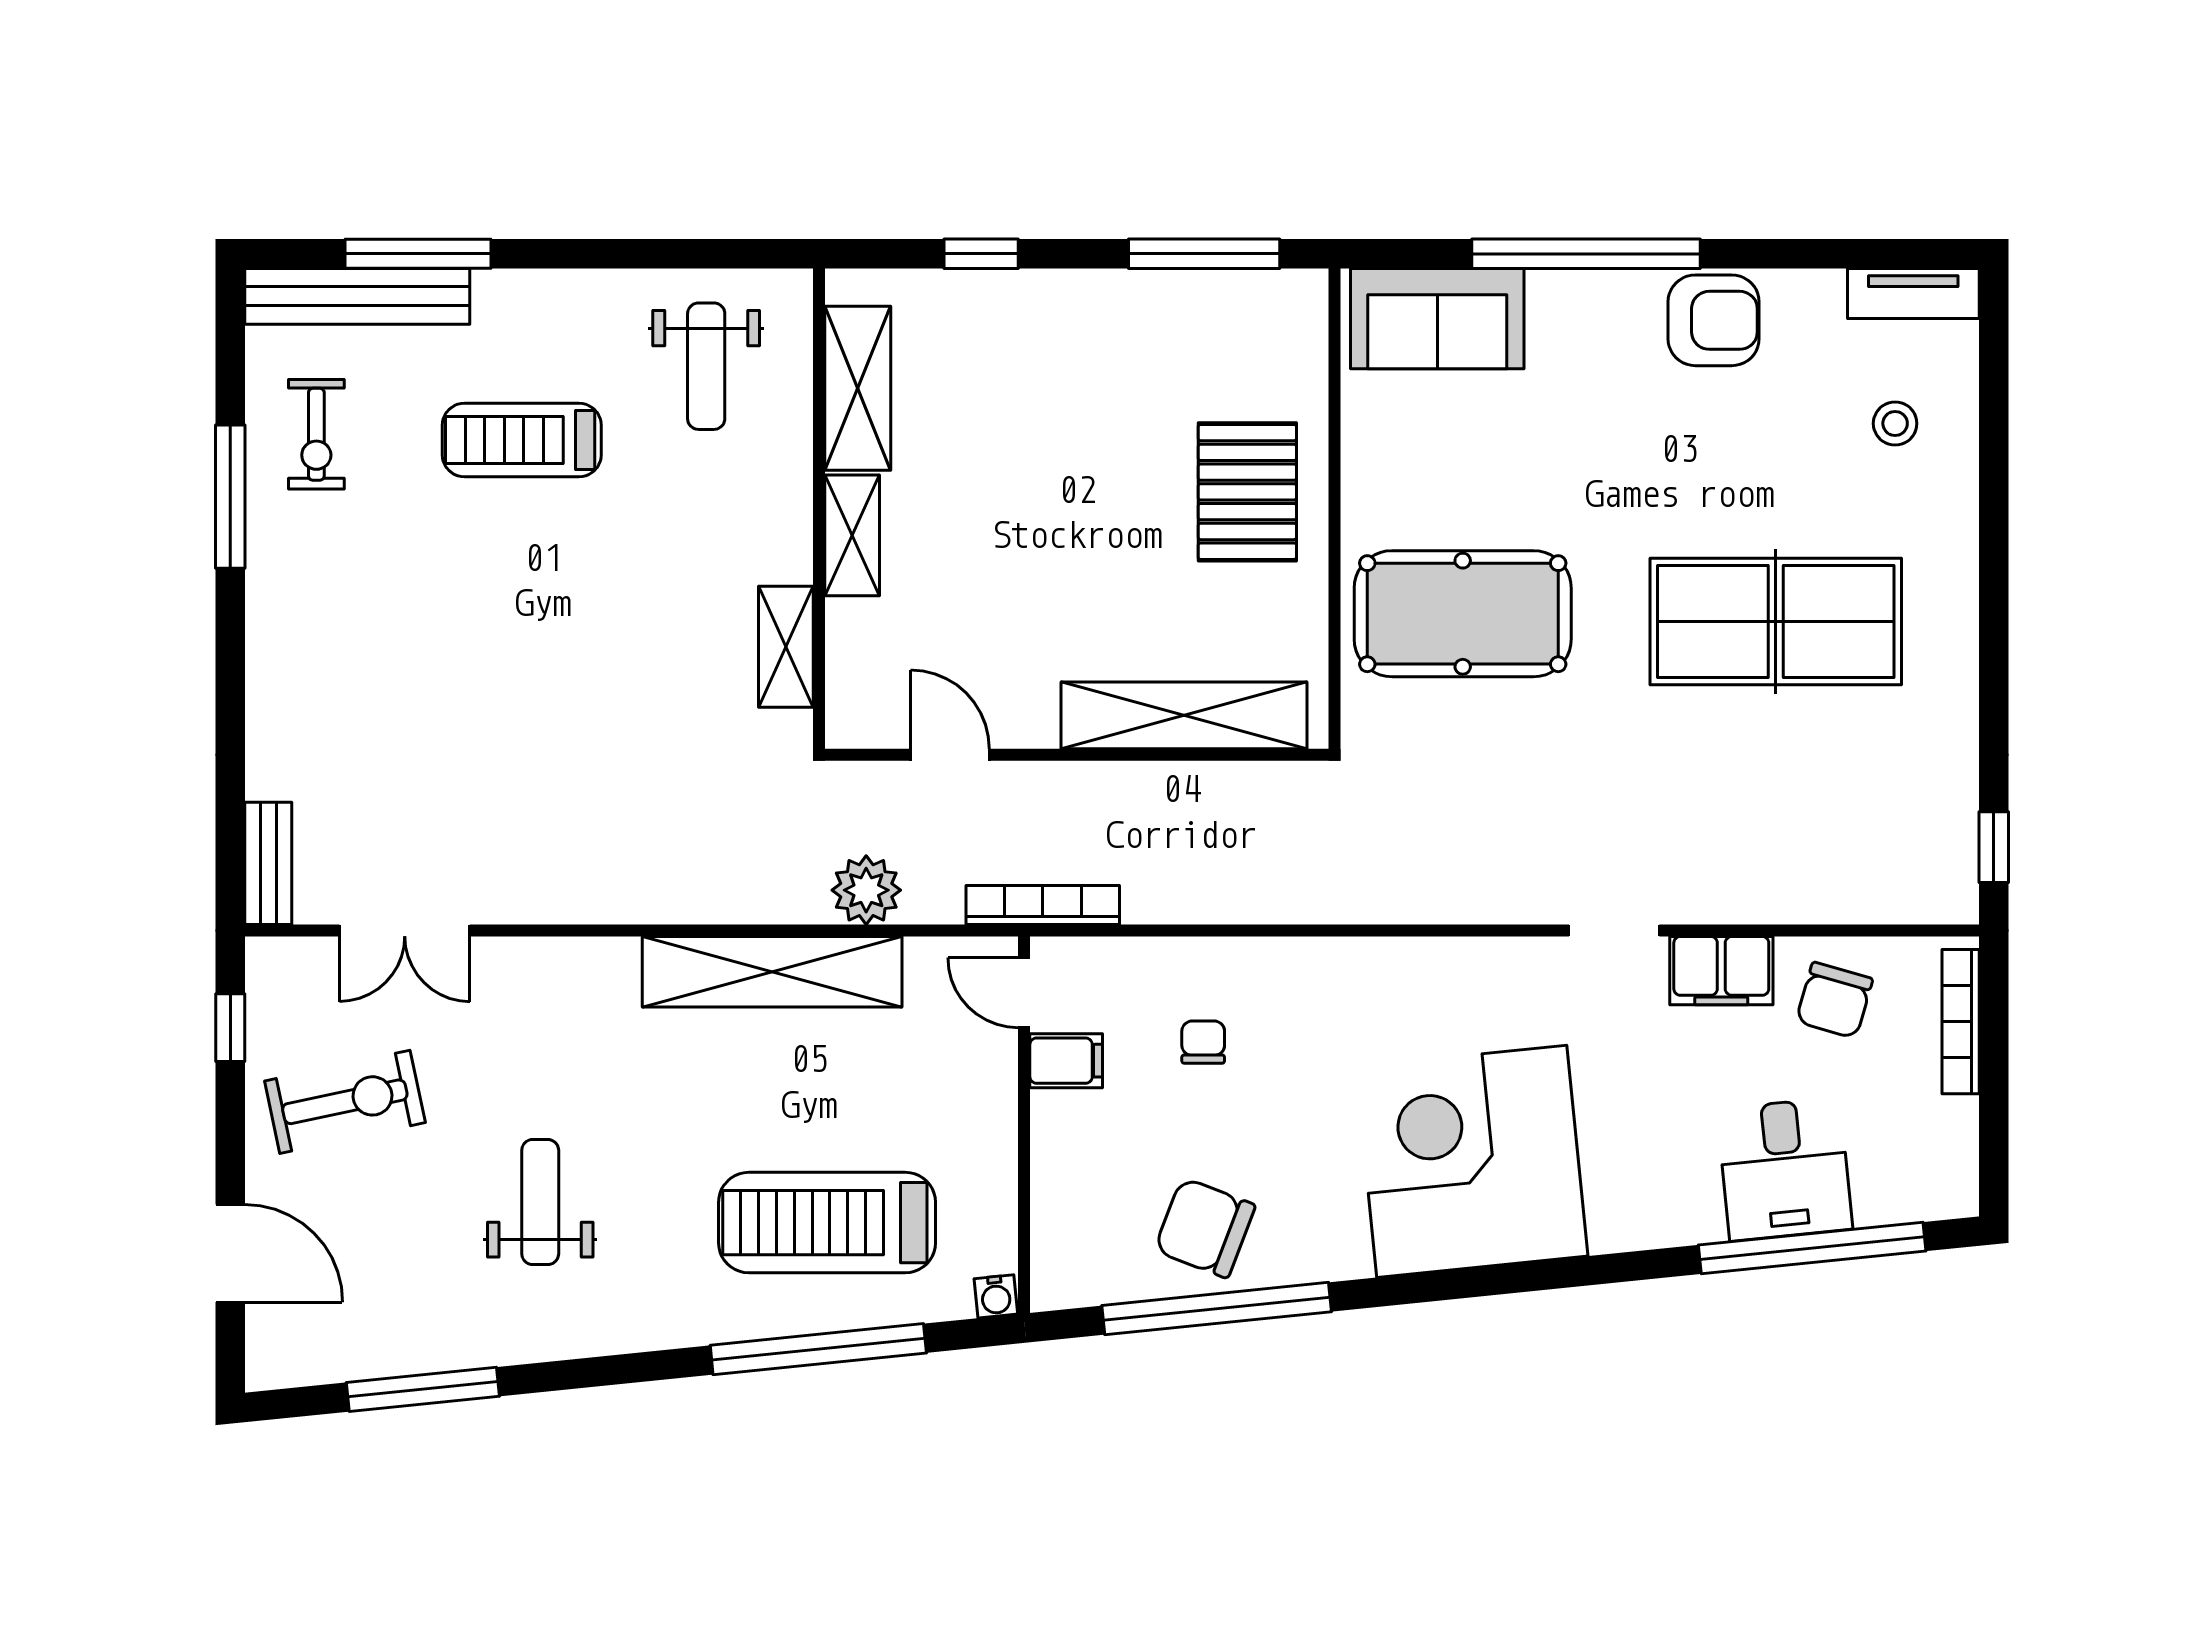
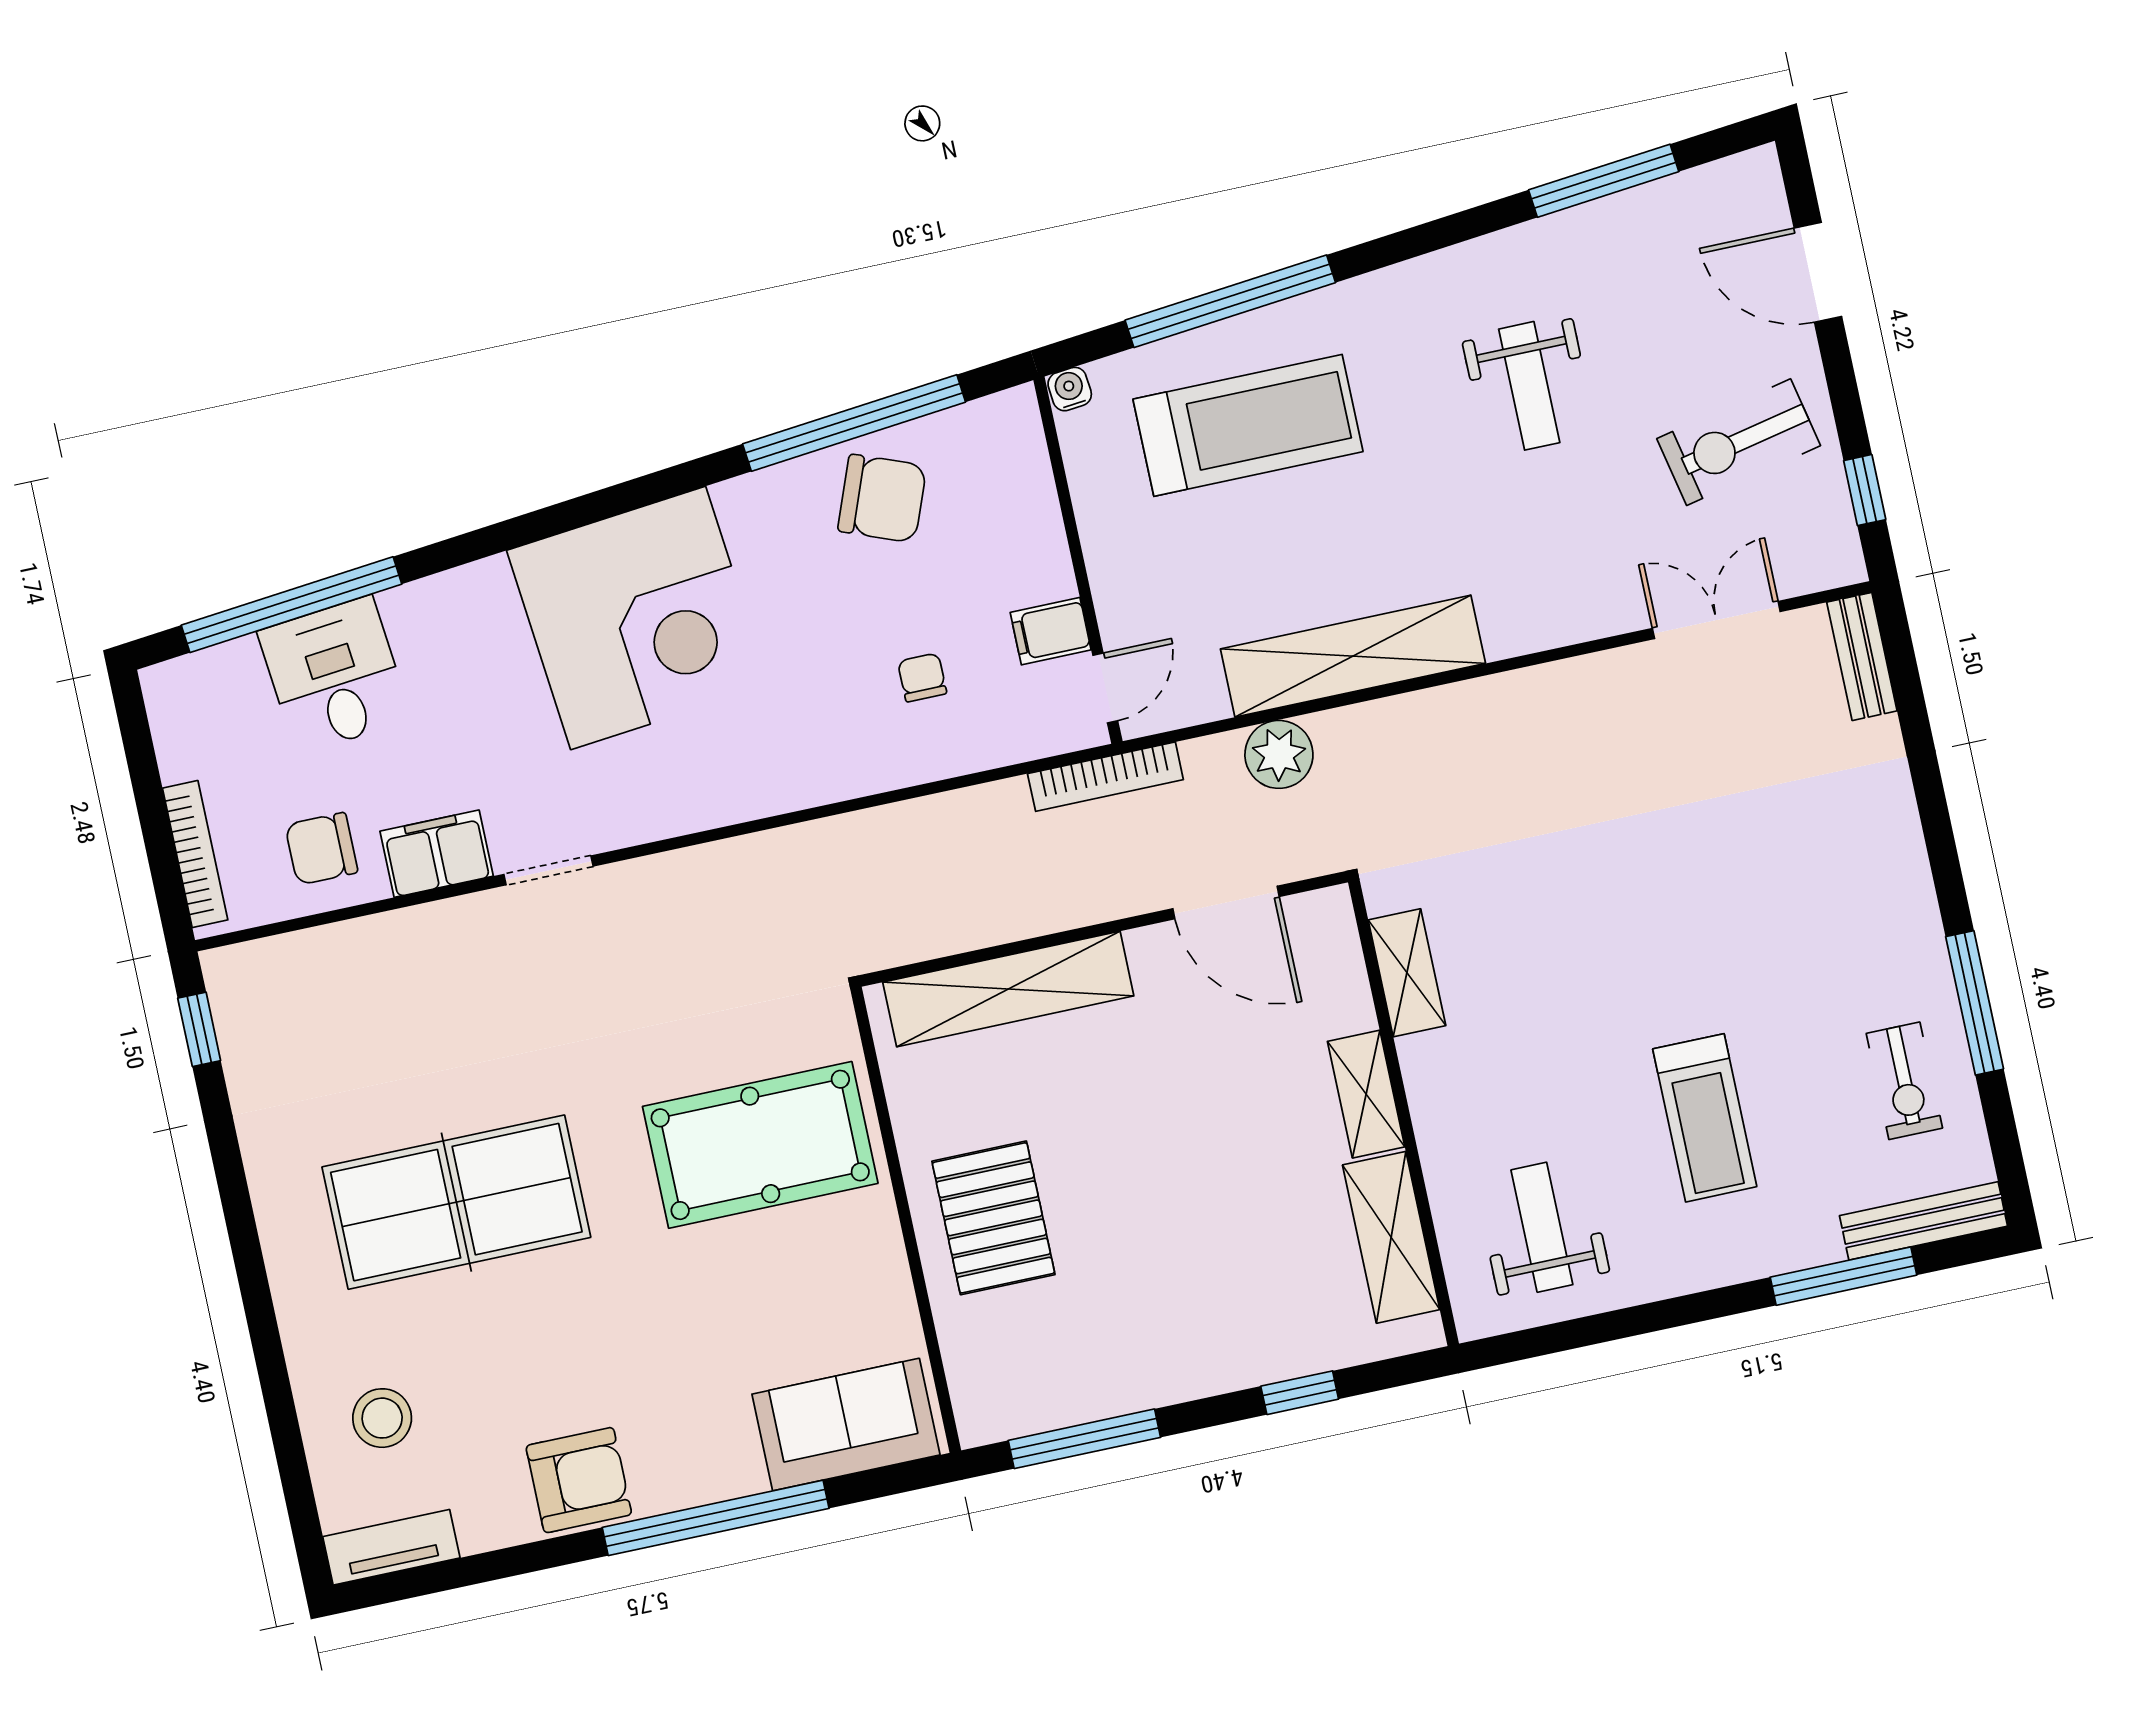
bench: (357, 296) -> (1924, 1221), width x0.73, depth x0.82
armchair: (1714, 320) -> (579, 1480), turned 180
stool: (1895, 423) -> (382, 1418), width x1.37, depth x1.37
exercise bike: (316, 434) -> (1904, 1081), turned 180
treadmill: (522, 440) -> (1705, 1118), turned 90
door: (950, 755) -> (1226, 903), width x1.38
door: (1024, 993) -> (1105, 688), hinge flipped
chair: (1834, 1000) -> (321, 849), turned -106
chair: (1203, 1042) -> (922, 677), turned 180

